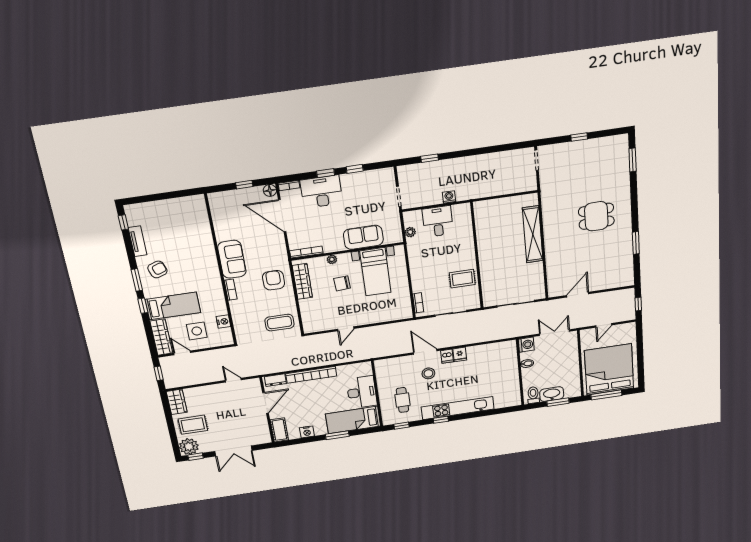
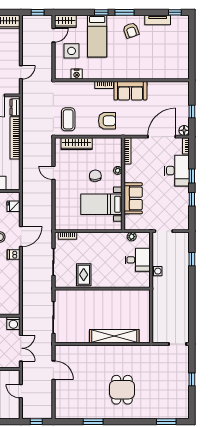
wardrobe: (302, 281) -> (77, 144), moved
wardrobe: (161, 337) -> (65, 21), width x0.67
fridge: (460, 354) -> (13, 206), moved

